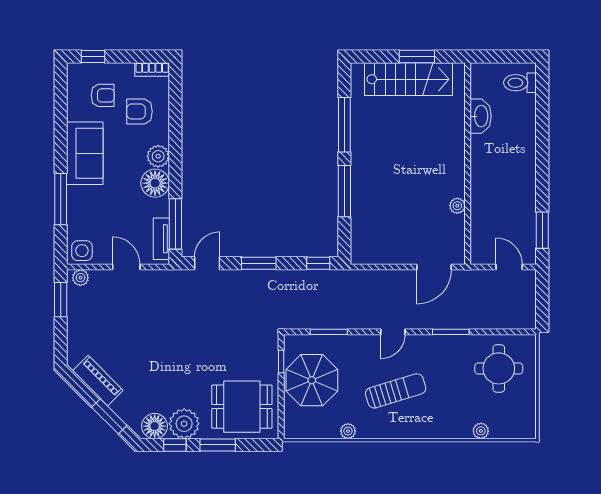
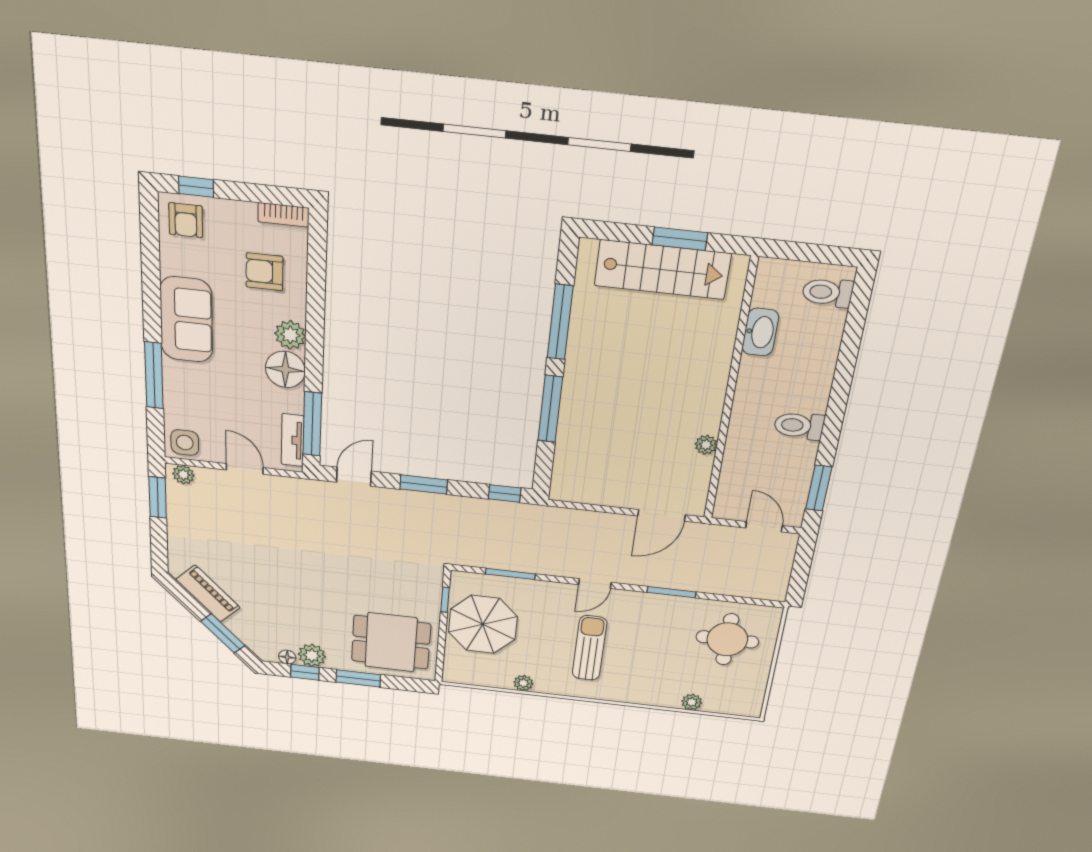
armchair: (103, 95) -> (186, 220), moved, turned 90
toilet: (519, 183) -> (799, 426), added
sun lounger: (396, 391) -> (589, 648), turned -73
plant: (184, 424) -> (312, 655), width x0.73, depth x0.73
floor lamp: (155, 426) -> (287, 657), width x0.53, depth x0.53

